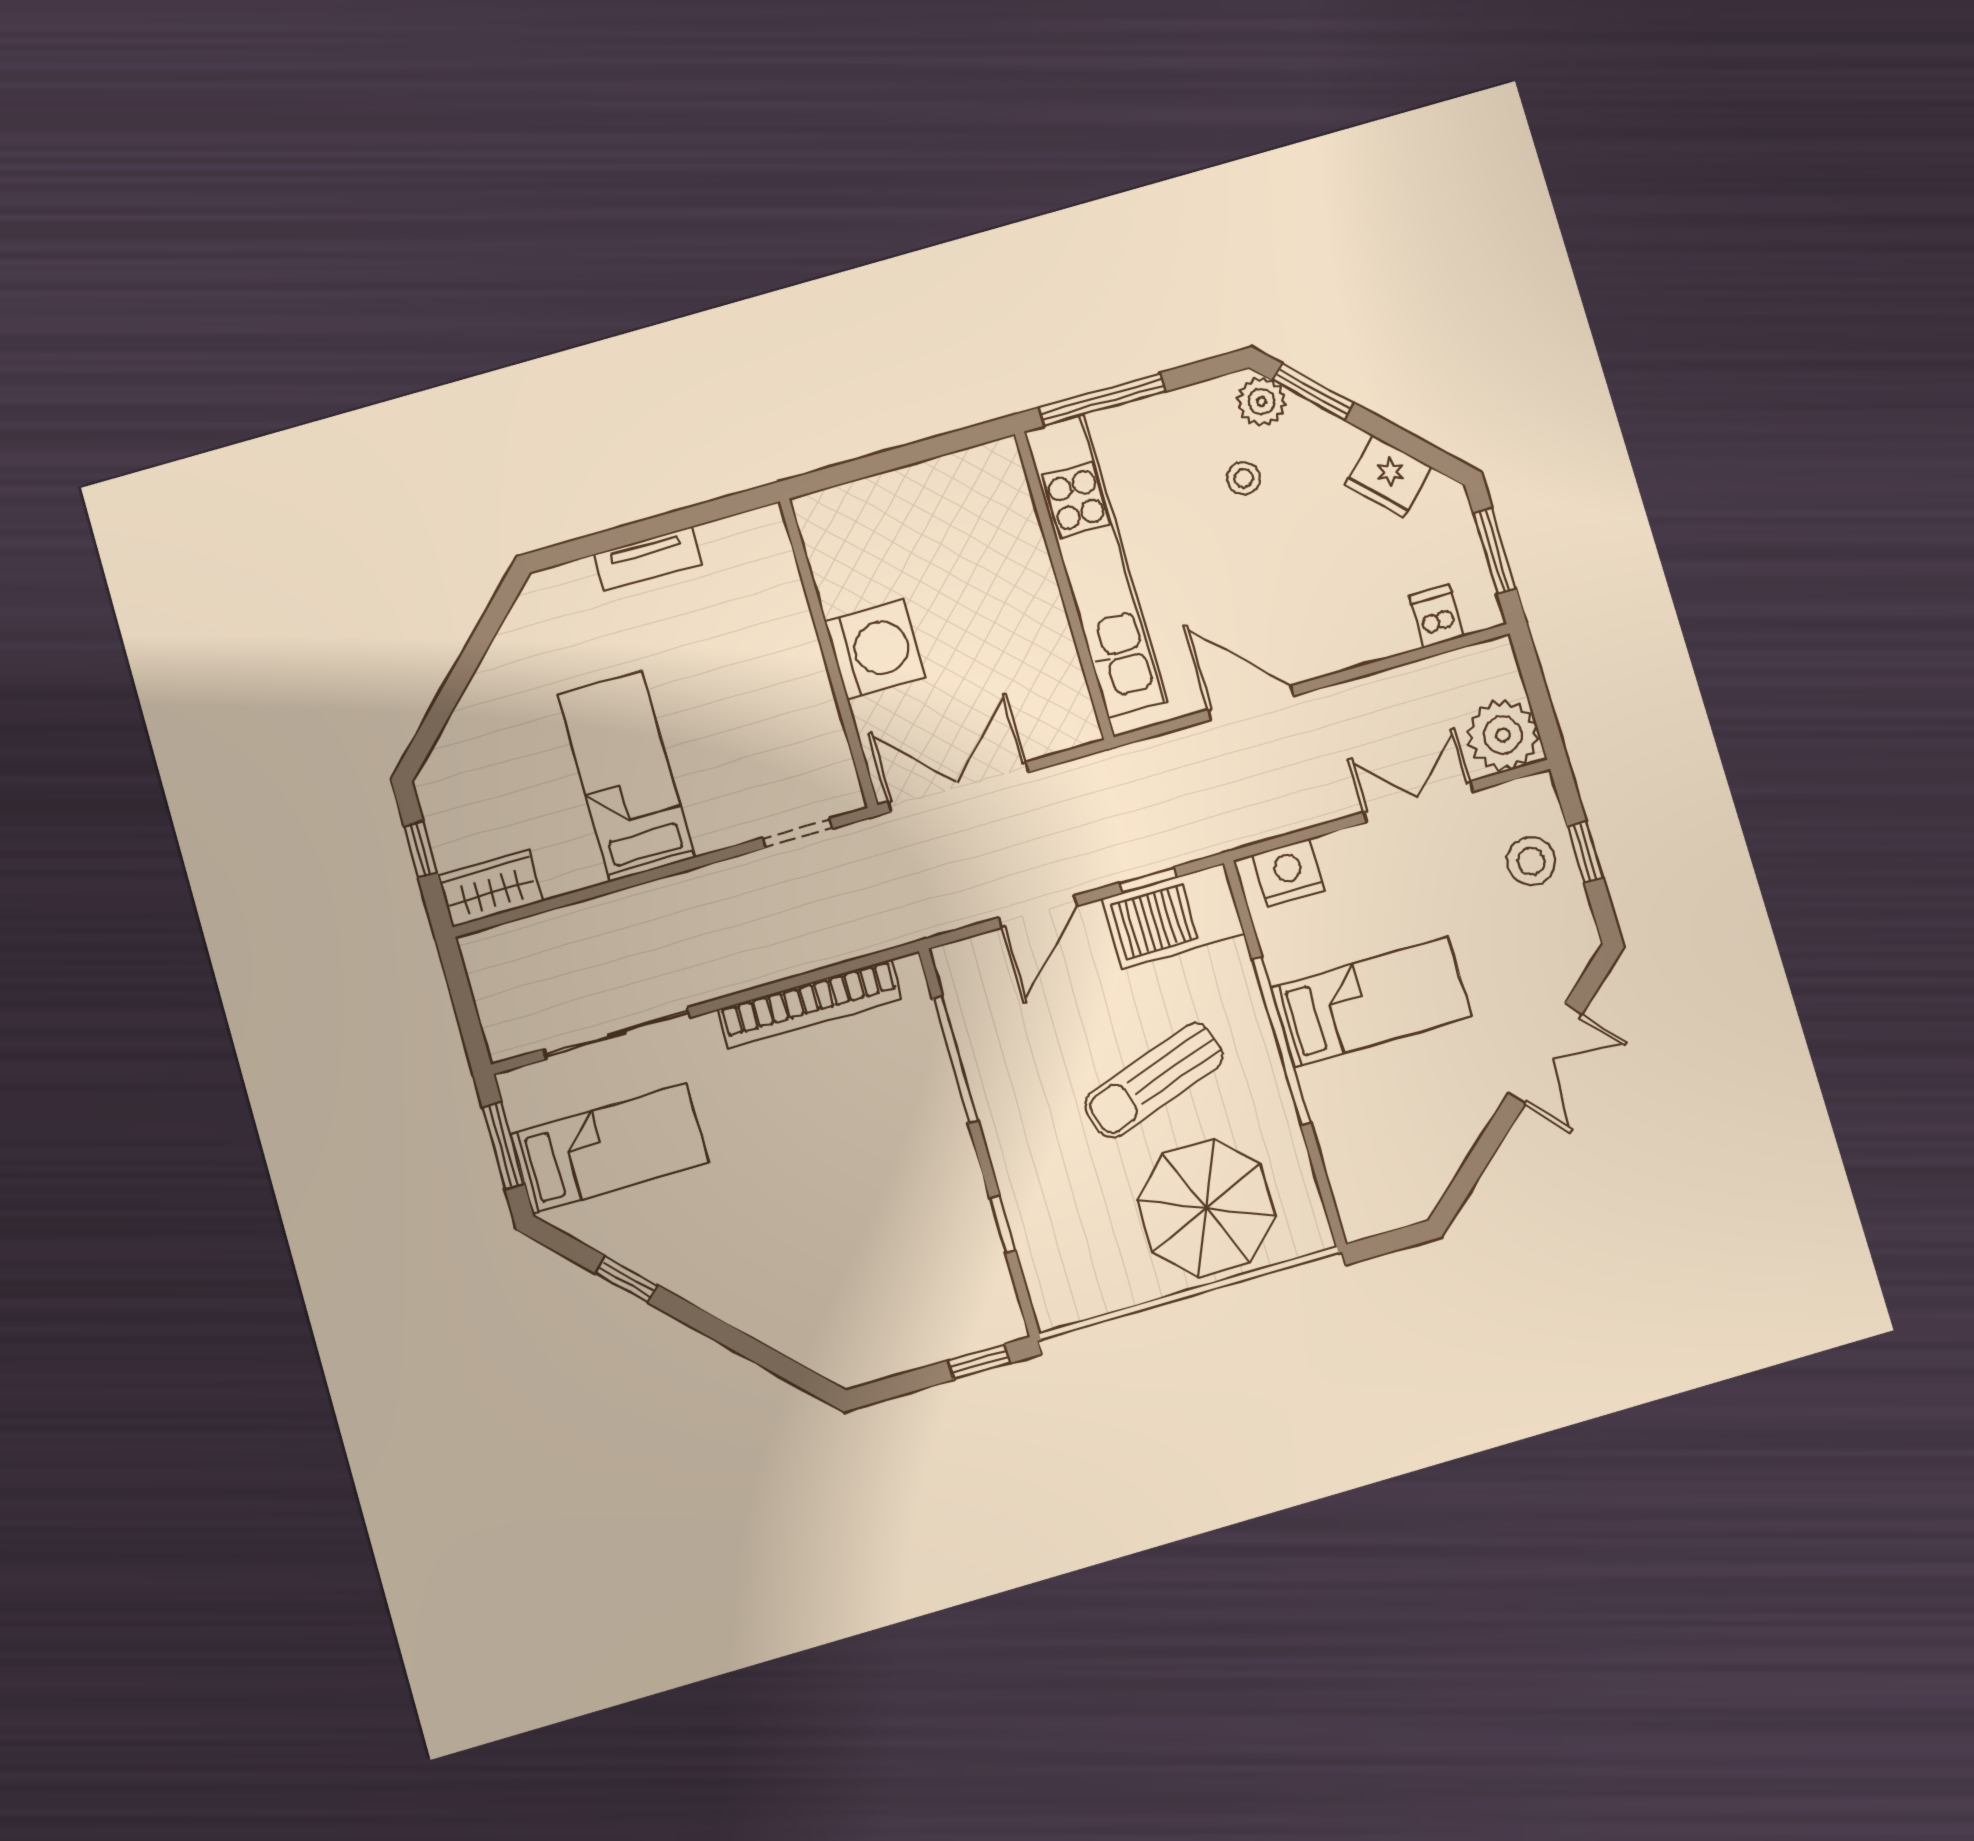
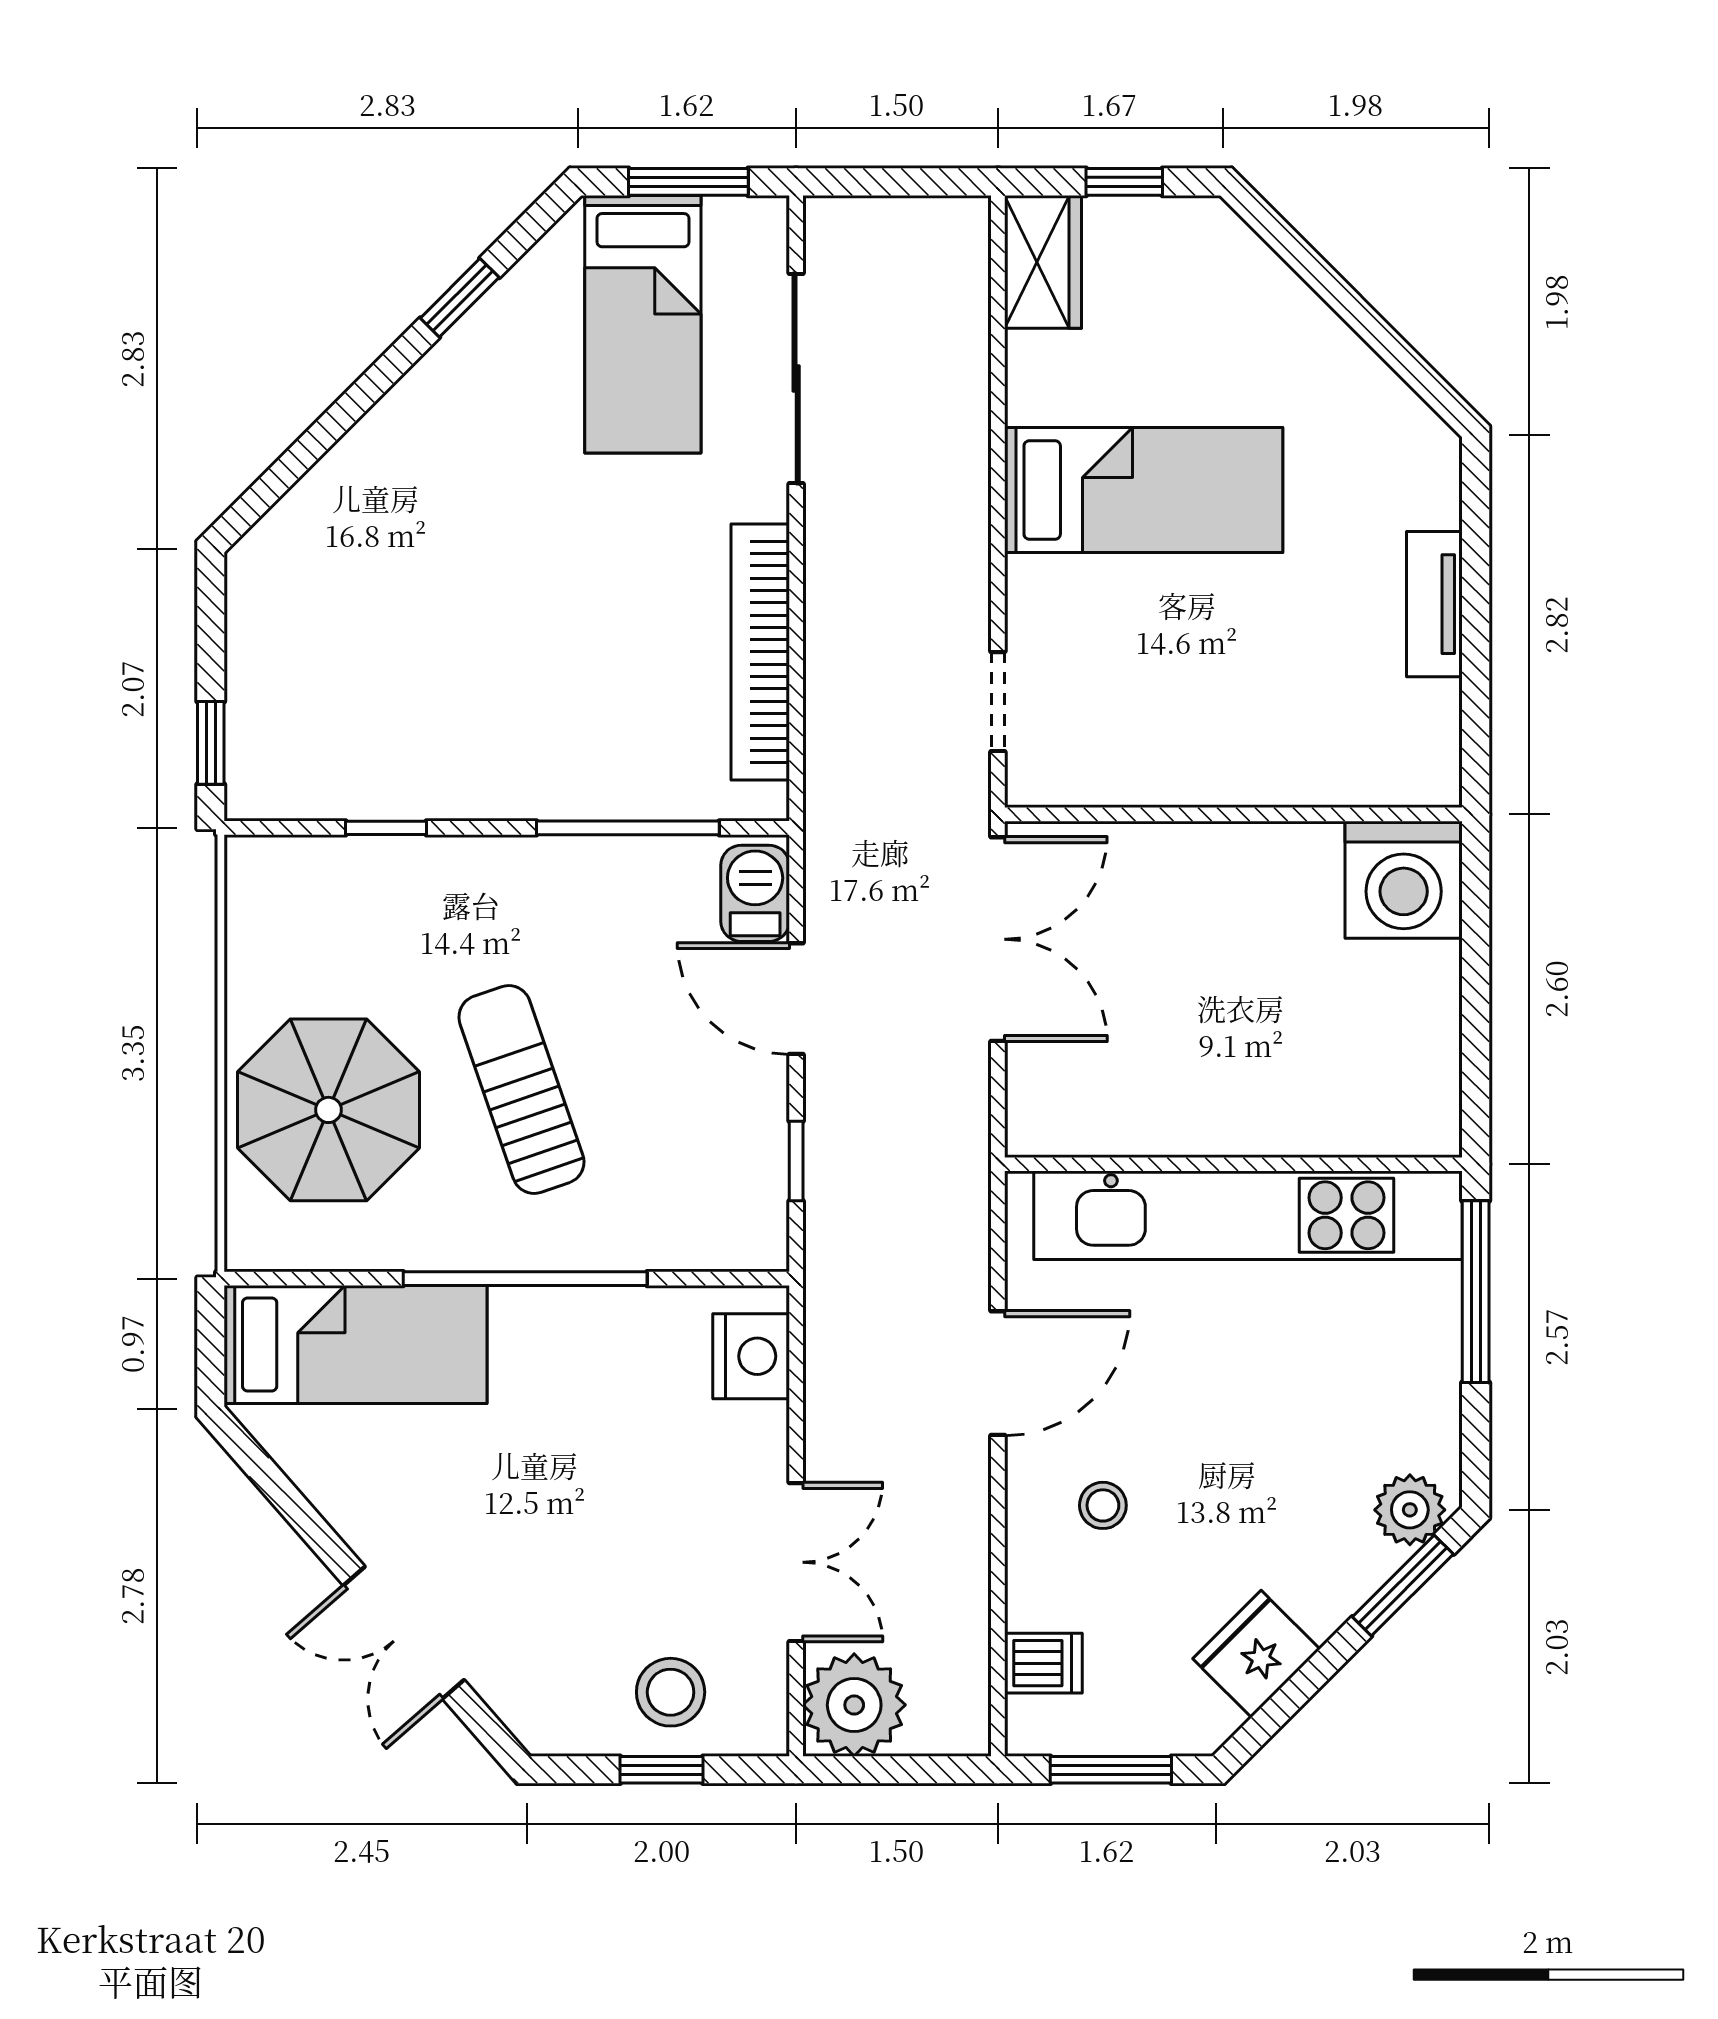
stool: (1244, 478) -> (1103, 1505), moved
washing machine: (875, 650) -> (1404, 880), moved
barbecue: (1173, 916) -> (755, 893), moved, width x0.53, depth x0.65
bed: (1371, 1002) -> (356, 1344), moved, turned -90

